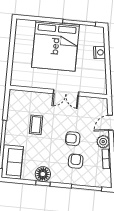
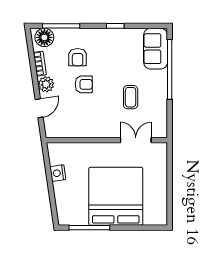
nightstand: (99, 52) -> (58, 173), moved
double door: (66, 93) -> (136, 140), moved
floor lamp: (43, 174) -> (44, 37), moved

